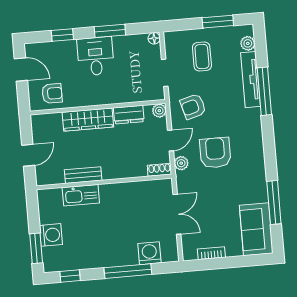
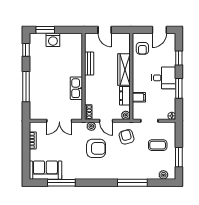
tv unit: (251, 80) -> (140, 175), removed
filing cabinet: (129, 92) -> (139, 97), added
kitchen sink: (81, 195) -> (76, 88), moved
washing machine: (149, 253) -> (36, 101), removed

